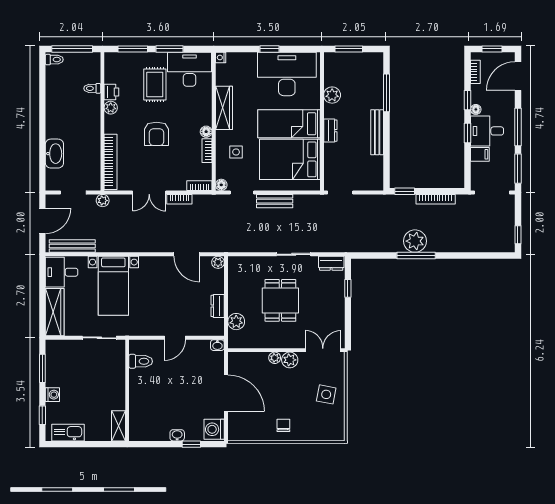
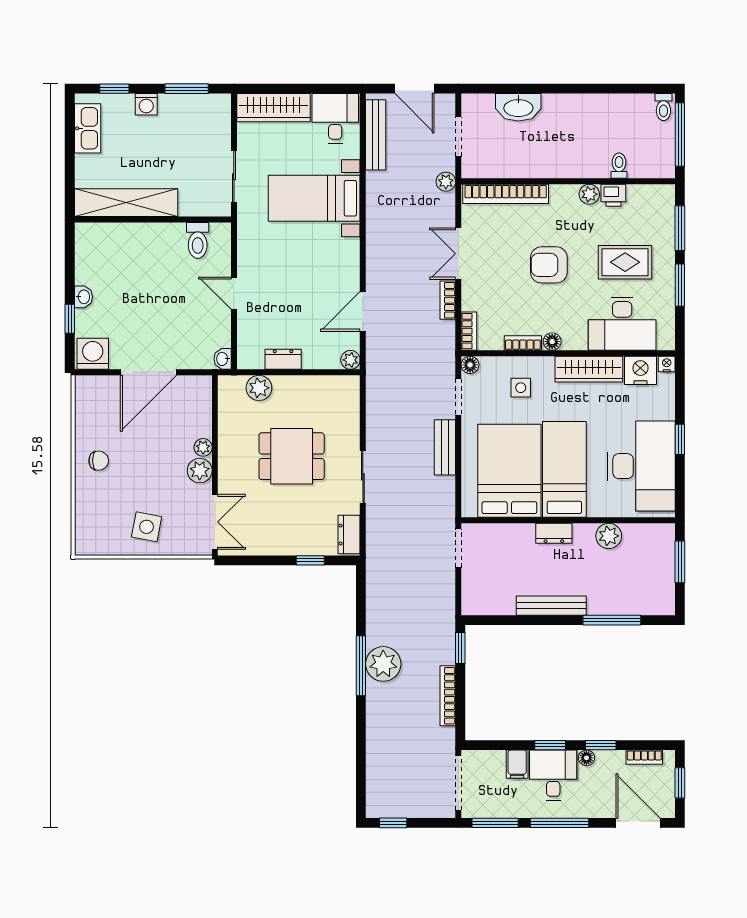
desk: (190, 69) -> (622, 324), moved, turned 90
nightstand: (225, 74) -> (640, 370), added
shelving: (118, 426) -> (126, 203), width x2.20, depth x1.33

